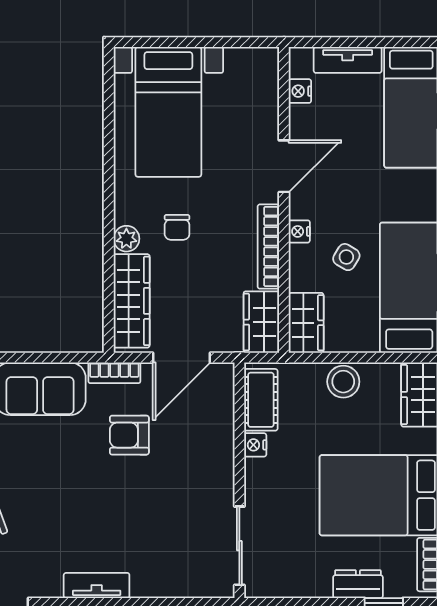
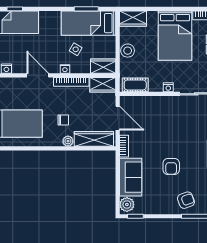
armchair: (129, 435) -> (171, 166), moved
nightstand: (255, 445) -> (168, 87), moved

